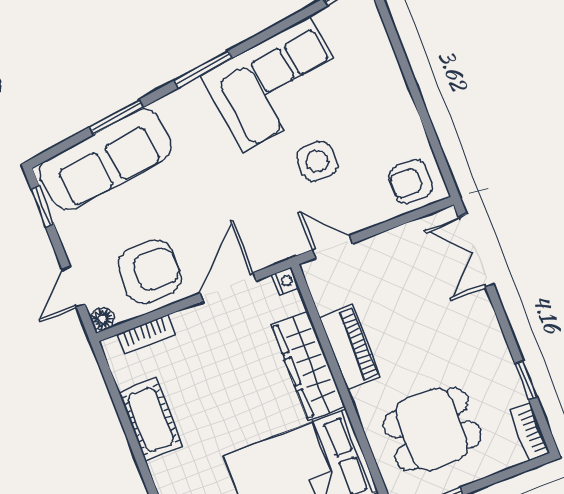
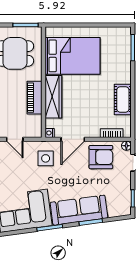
sofa: (106, 160) -> (79, 210), moved
side table: (317, 161) -> (46, 158), moved
door: (333, 247) -> (15, 139), moved
armchair: (150, 272) -> (101, 157), turned 180

